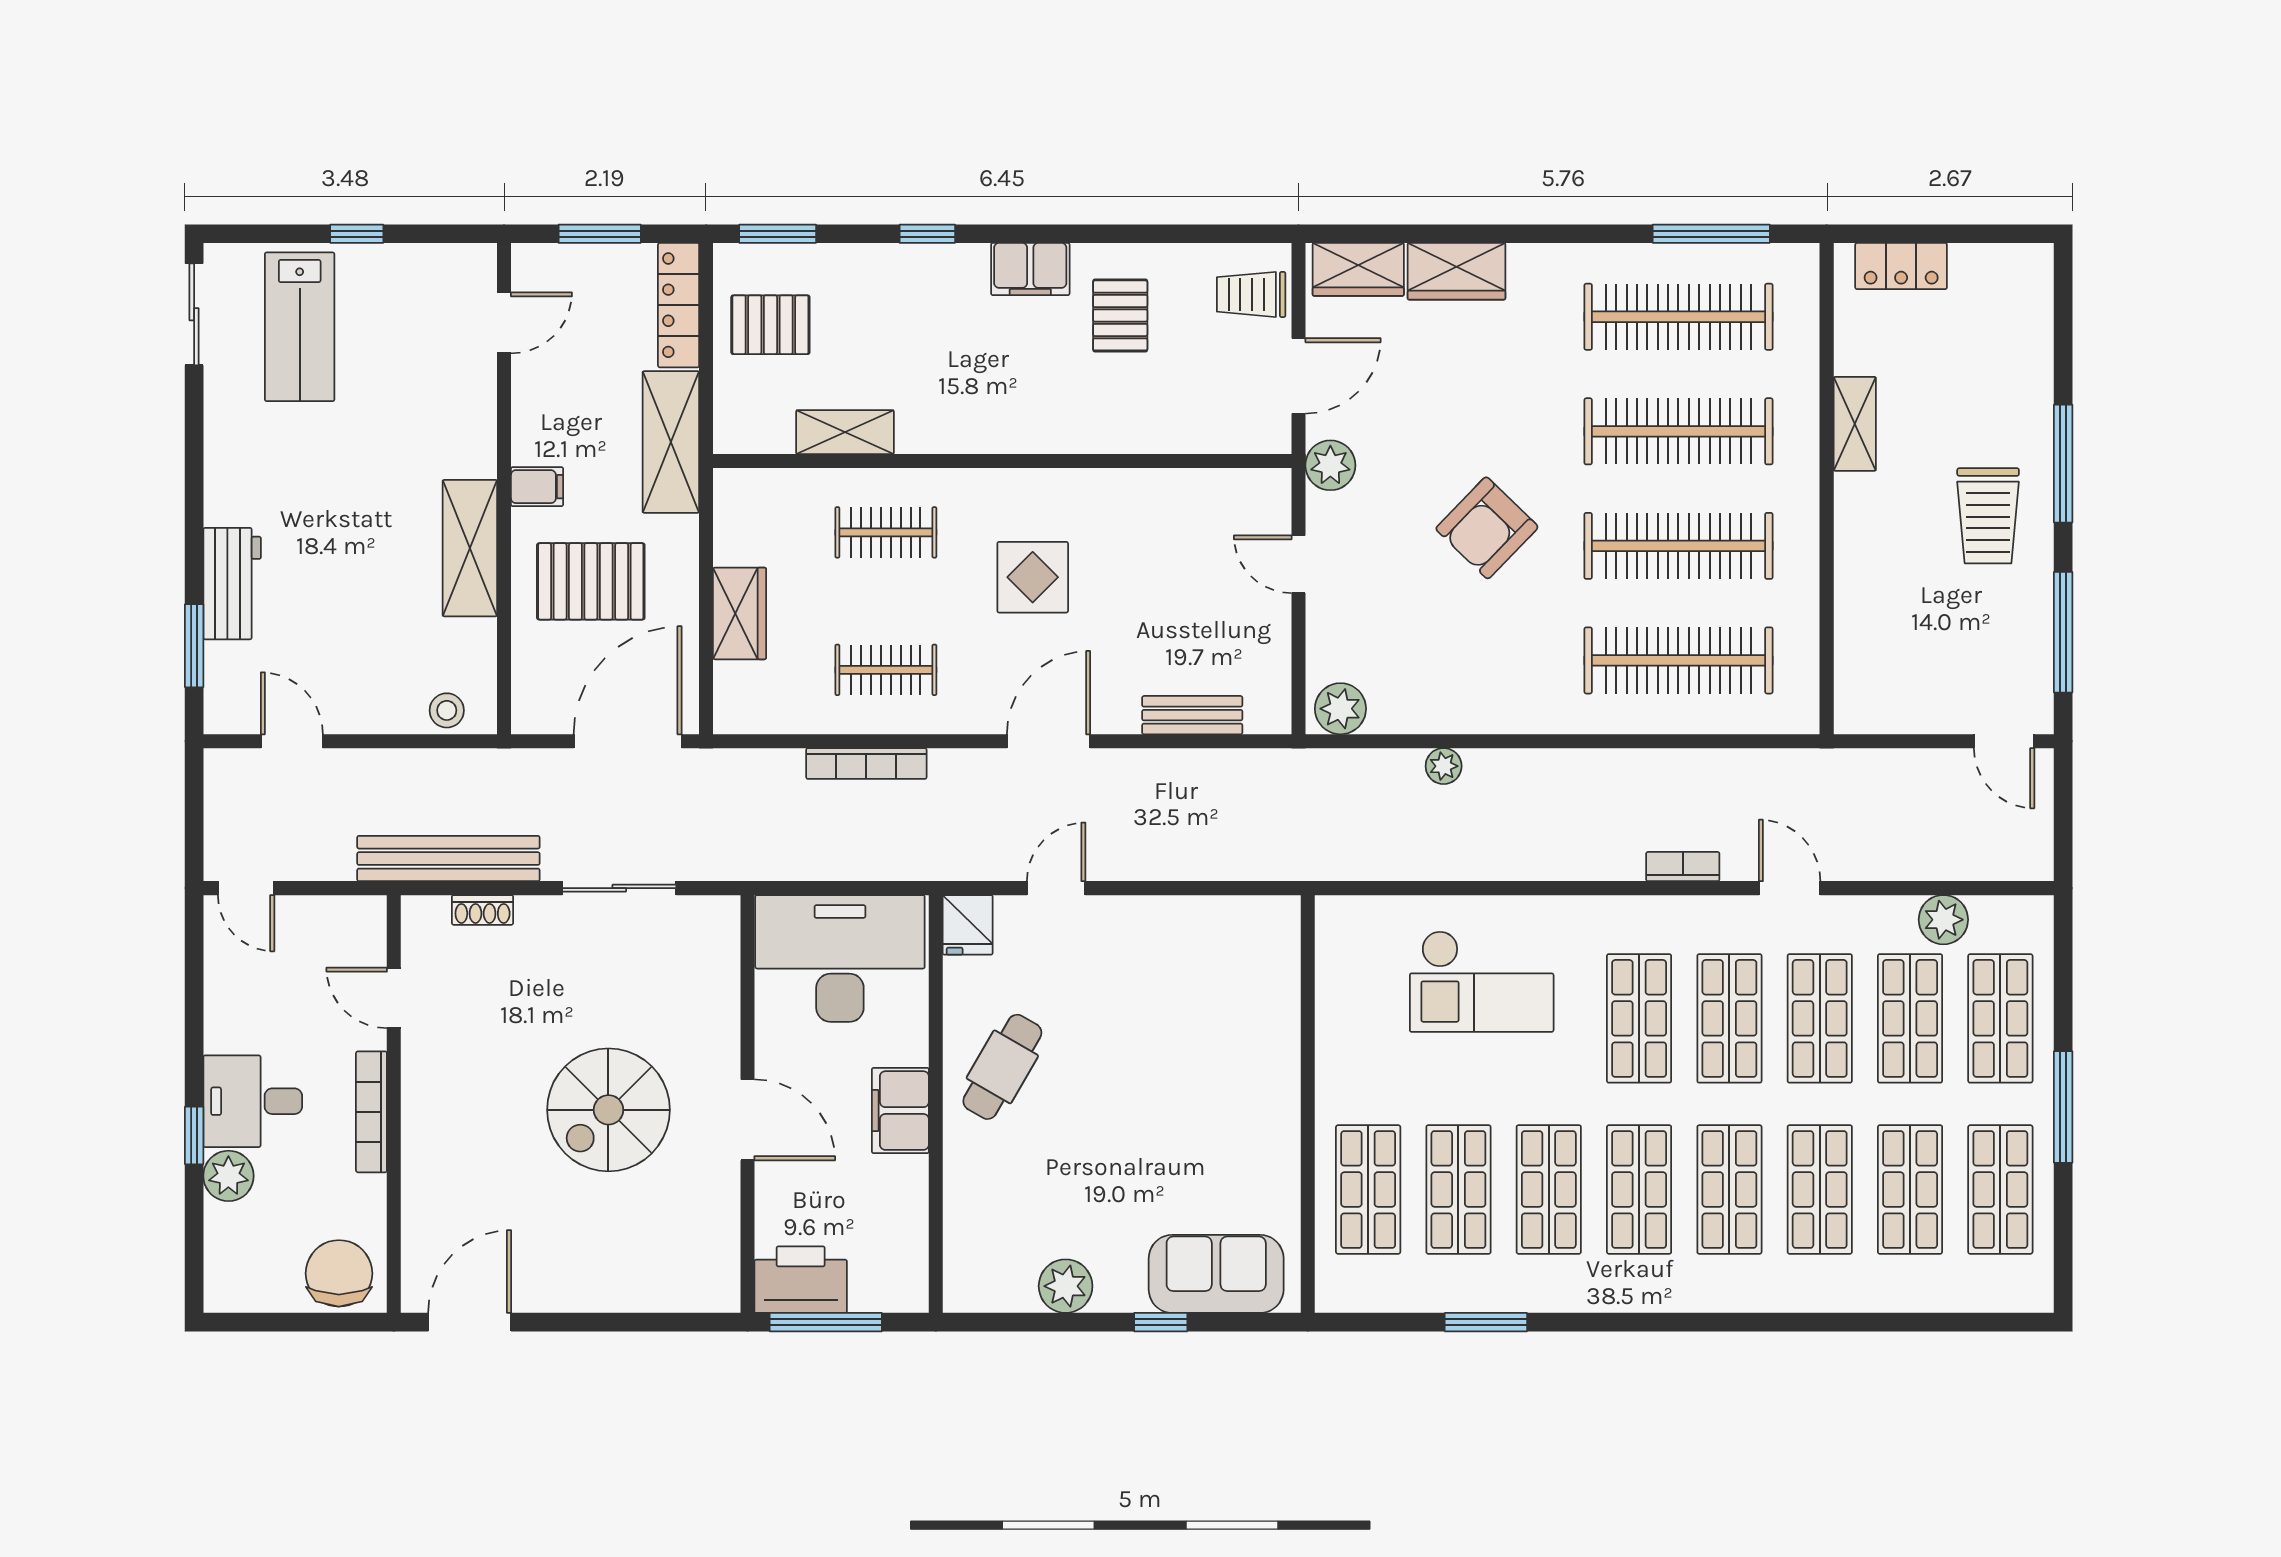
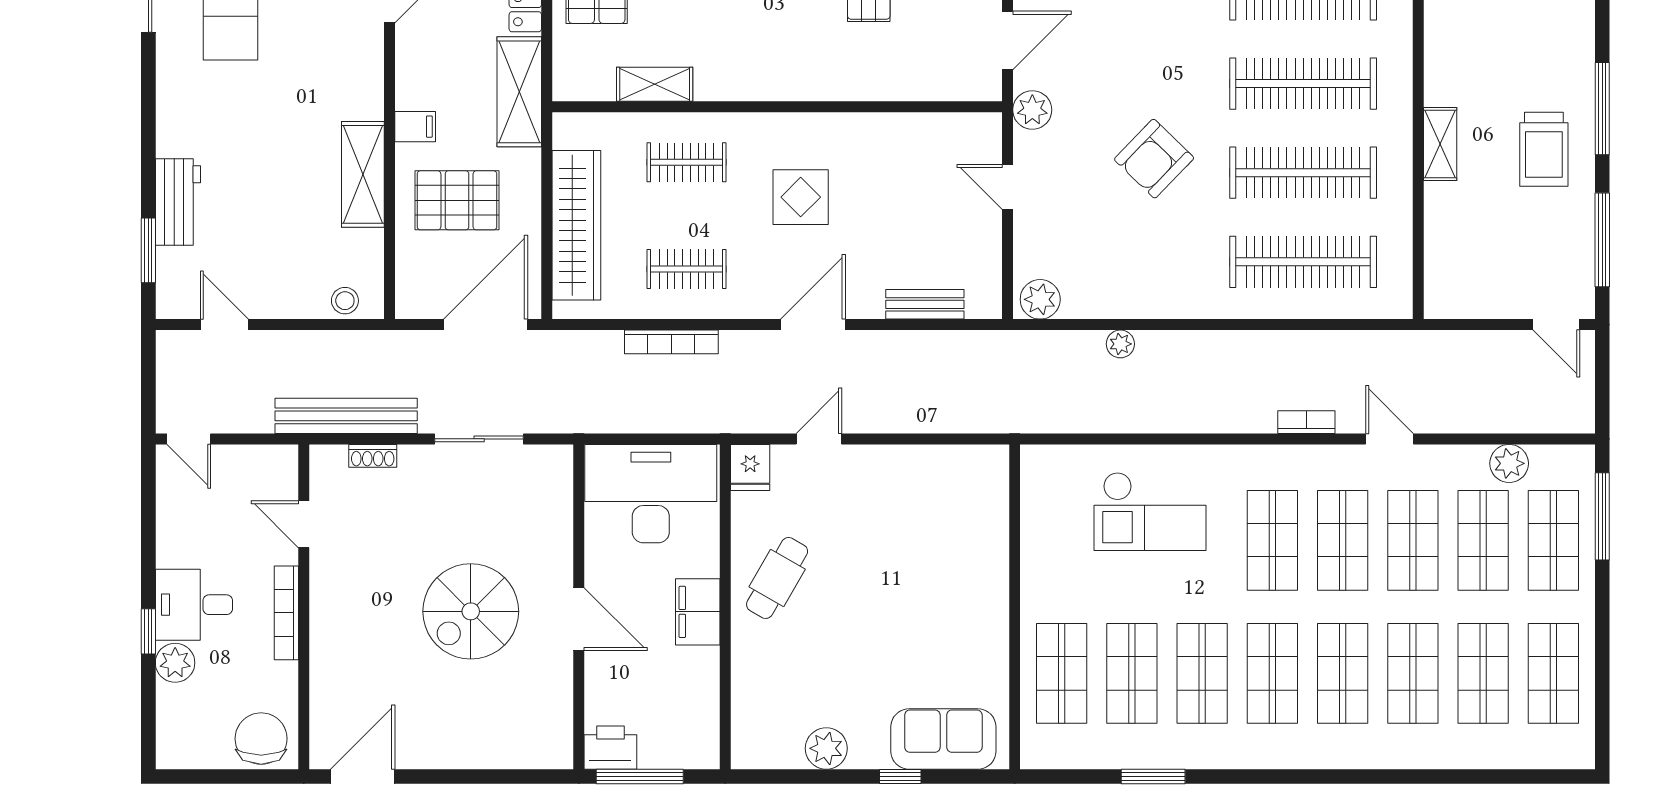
shelving: (1855, 424) -> (1440, 144), moved
wardrobe: (740, 613) -> (576, 225), width x2.10, depth x1.17
window: (2063, 1107) -> (1602, 516), moved
printer: (801, 1280) -> (610, 748), width x0.73, depth x0.84

